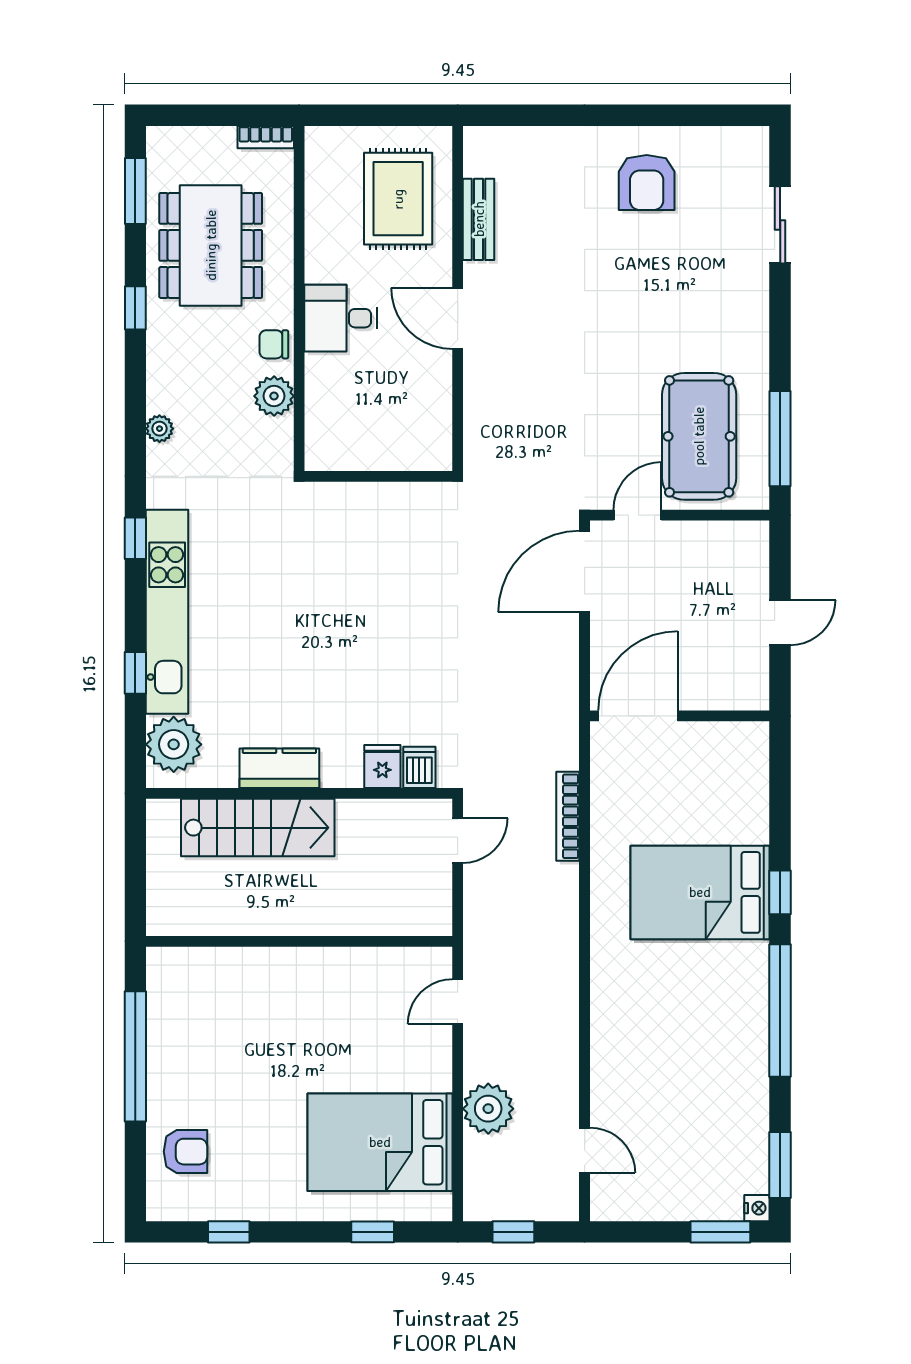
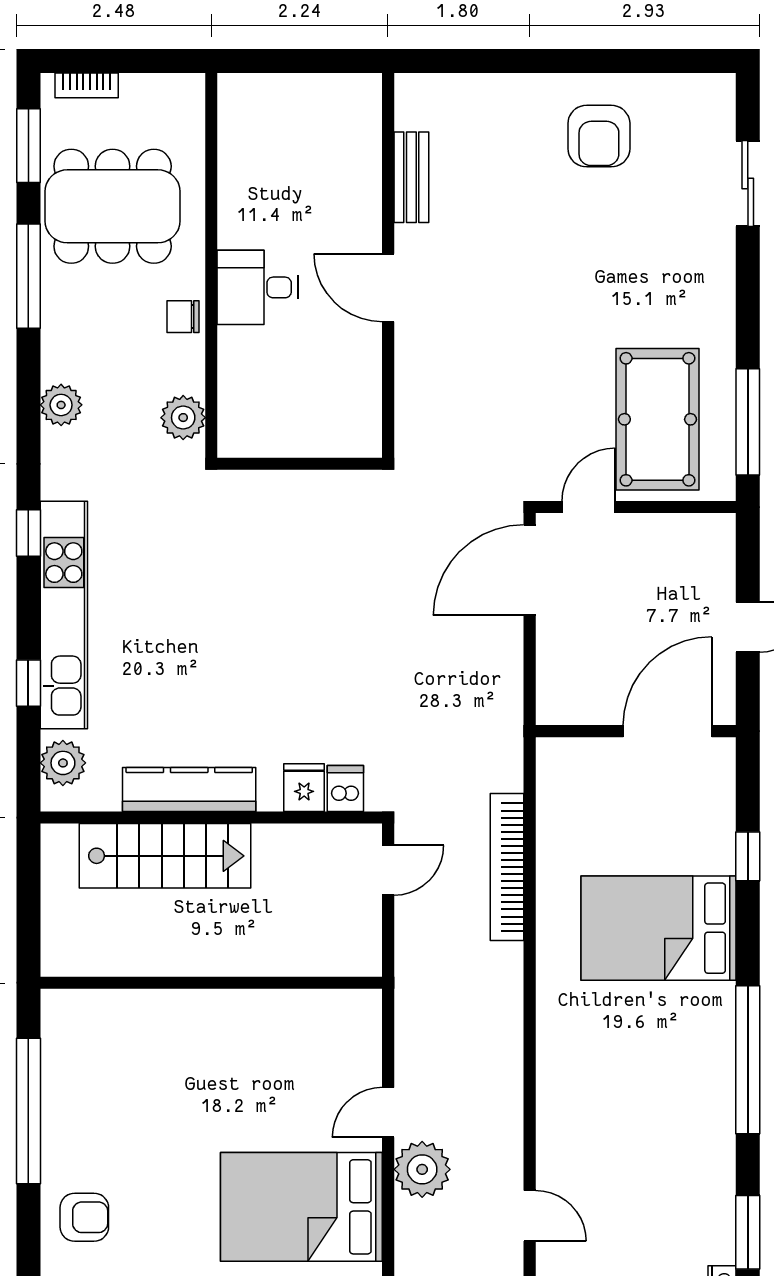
bookcase: (266, 137) -> (87, 85), moved
rug: (398, 199) -> (322, 154), removed
dining table: (211, 245) -> (113, 206), turned 90
window: (135, 308) -> (28, 276), width x2.17
plant: (274, 396) -> (183, 418), moved
plant: (159, 429) -> (61, 405), width x1.38, depth x1.38
door: (638, 716) -> (668, 731), moved
plant: (174, 744) -> (63, 763), width x0.73, depth x0.73
kitchen counter: (279, 768) -> (189, 790), width x1.50
bookcase: (568, 816) -> (507, 867), width x1.48, depth x1.31
window: (780, 892) -> (748, 856), moved
door: (458, 1002) -> (388, 1112), moved

